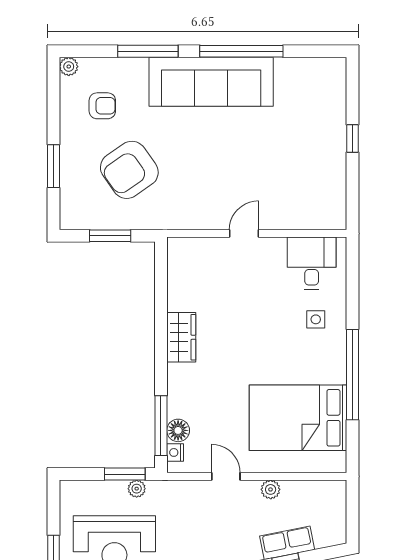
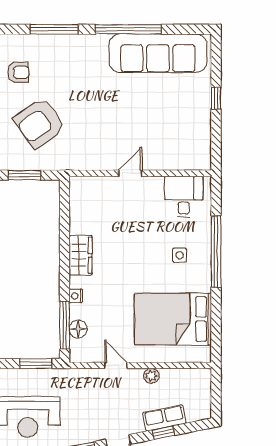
sofa: (211, 82) -> (158, 53), moved
side table: (316, 319) -> (180, 255), moved
window: (352, 375) -> (216, 251), moved
nightstand: (175, 452) -> (76, 296), moved
plant: (137, 489) -> (45, 375), removed

